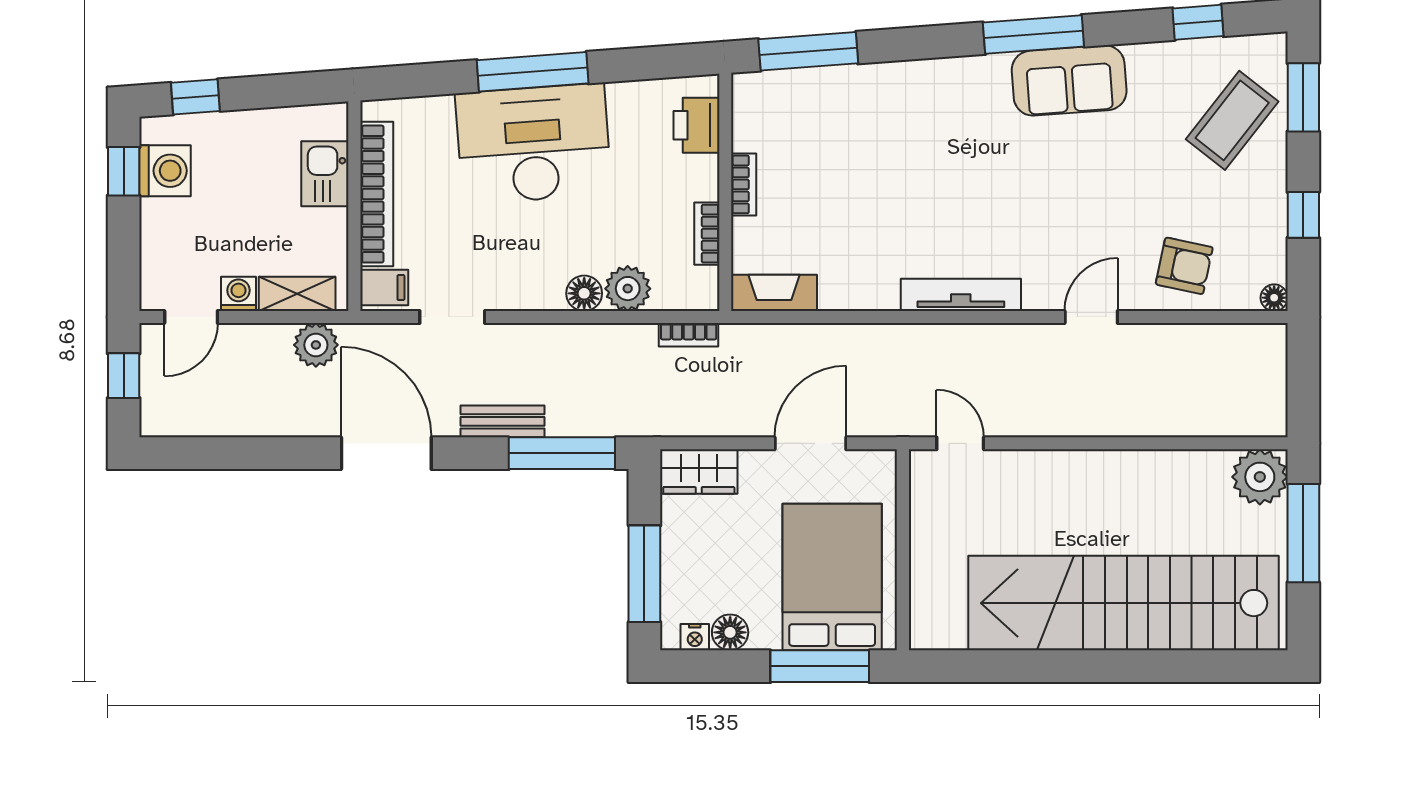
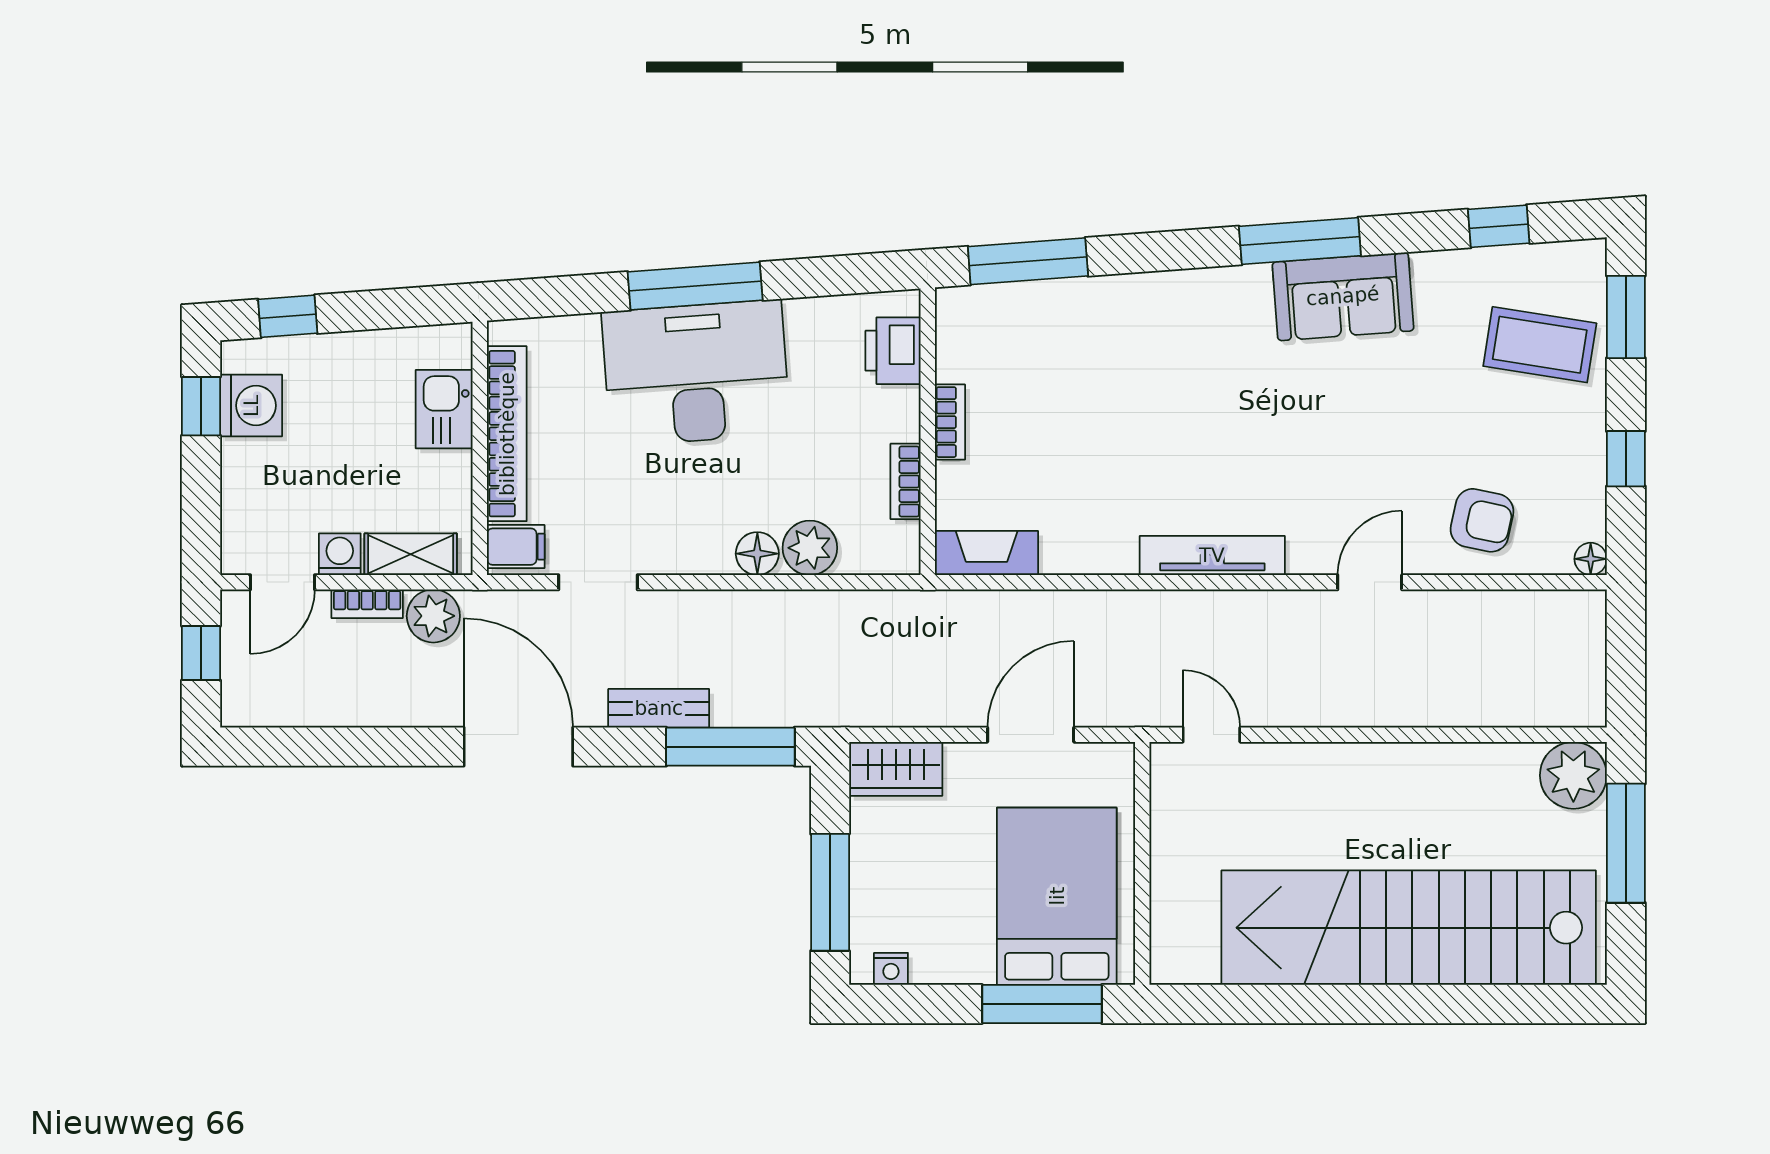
coffee table: (1232, 120) -> (1540, 345), turned 61
bookcase: (689, 335) -> (367, 604), moved
floor lamp: (730, 632) -> (934, 963), removed

